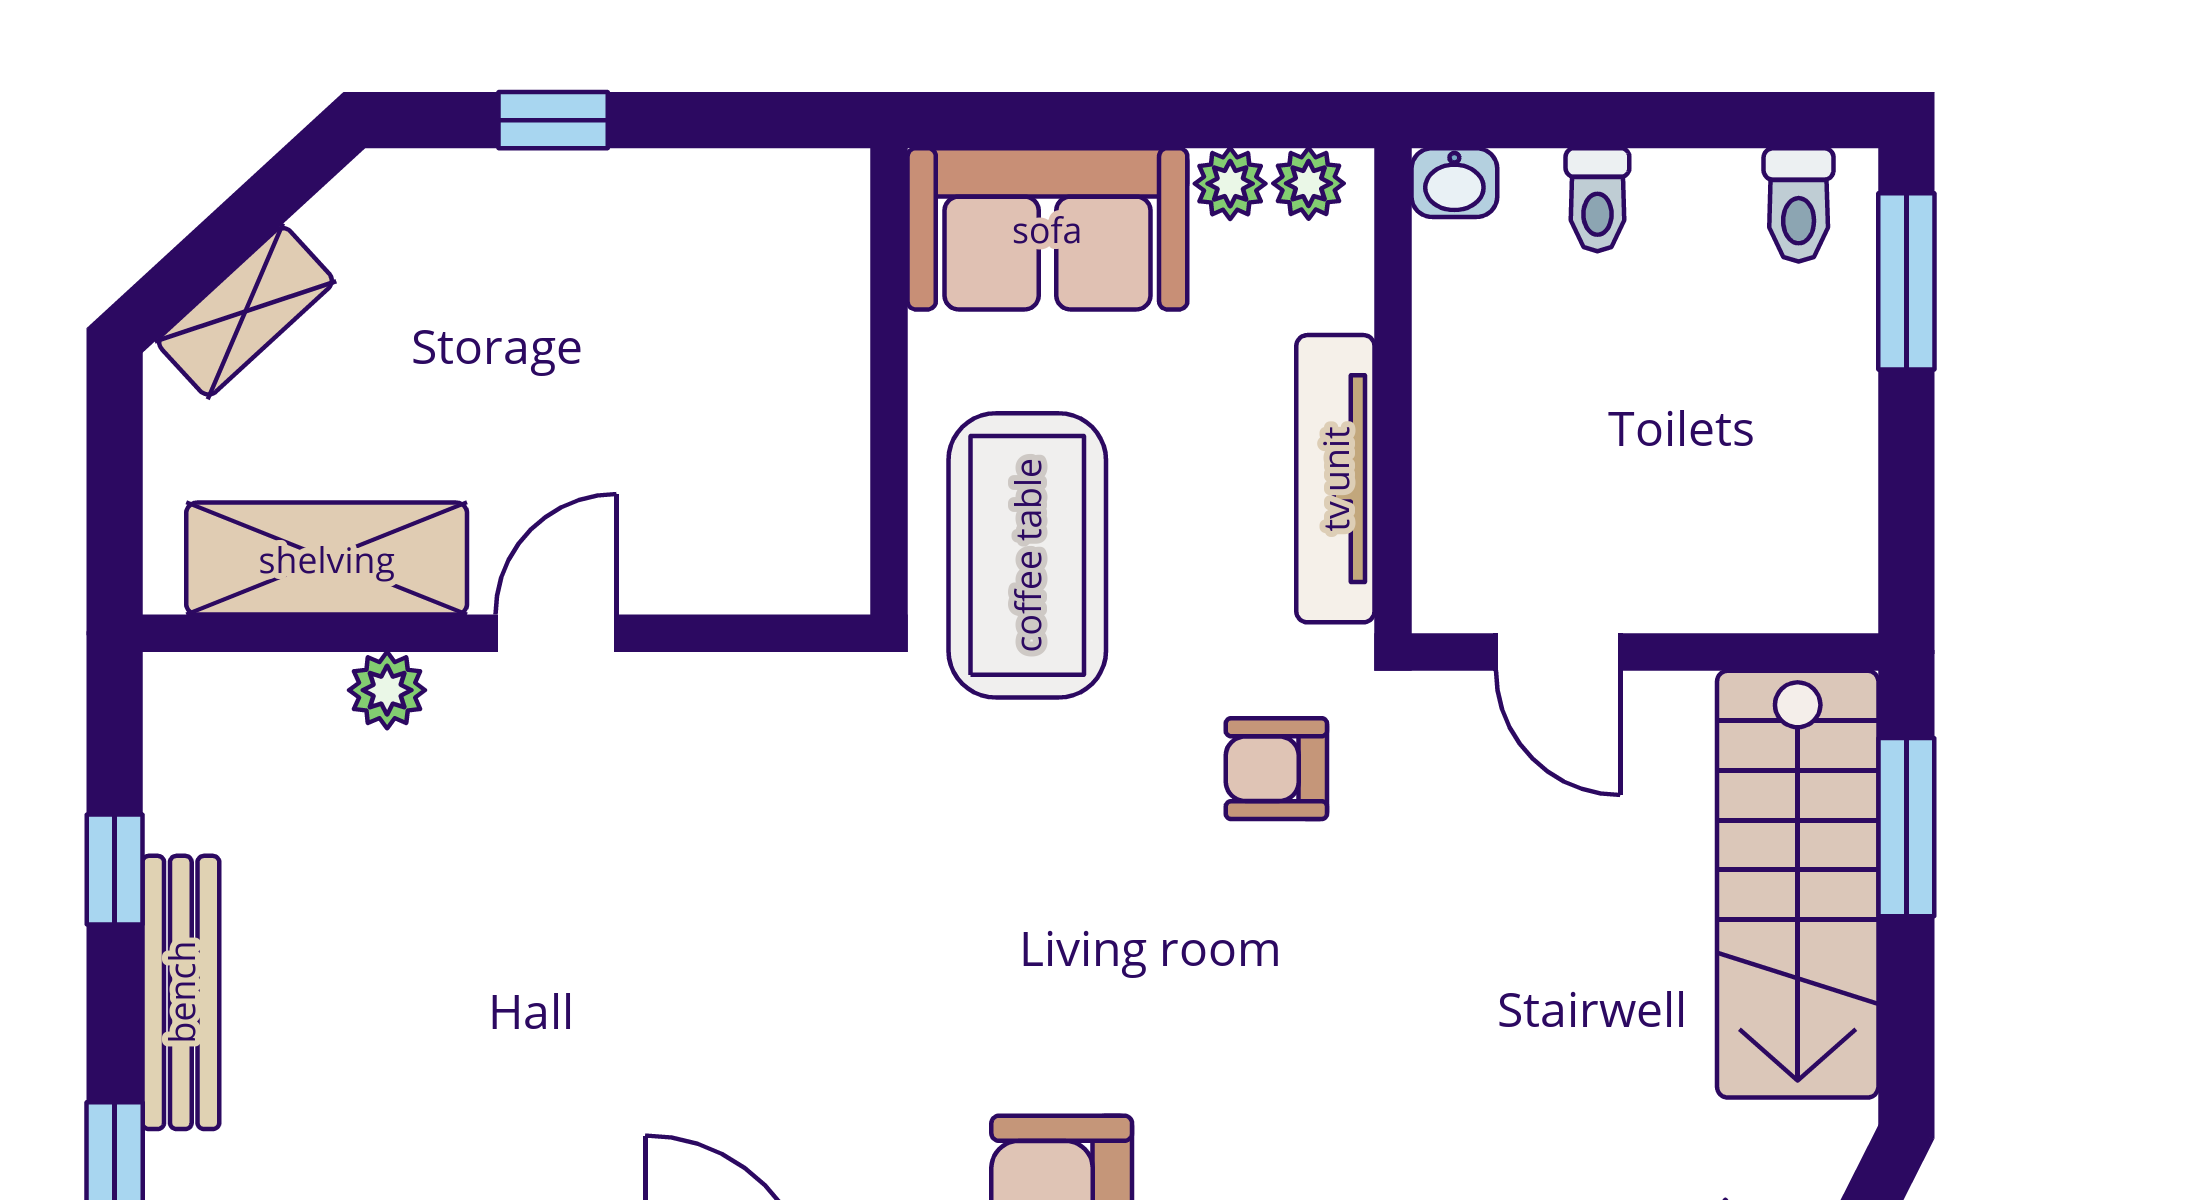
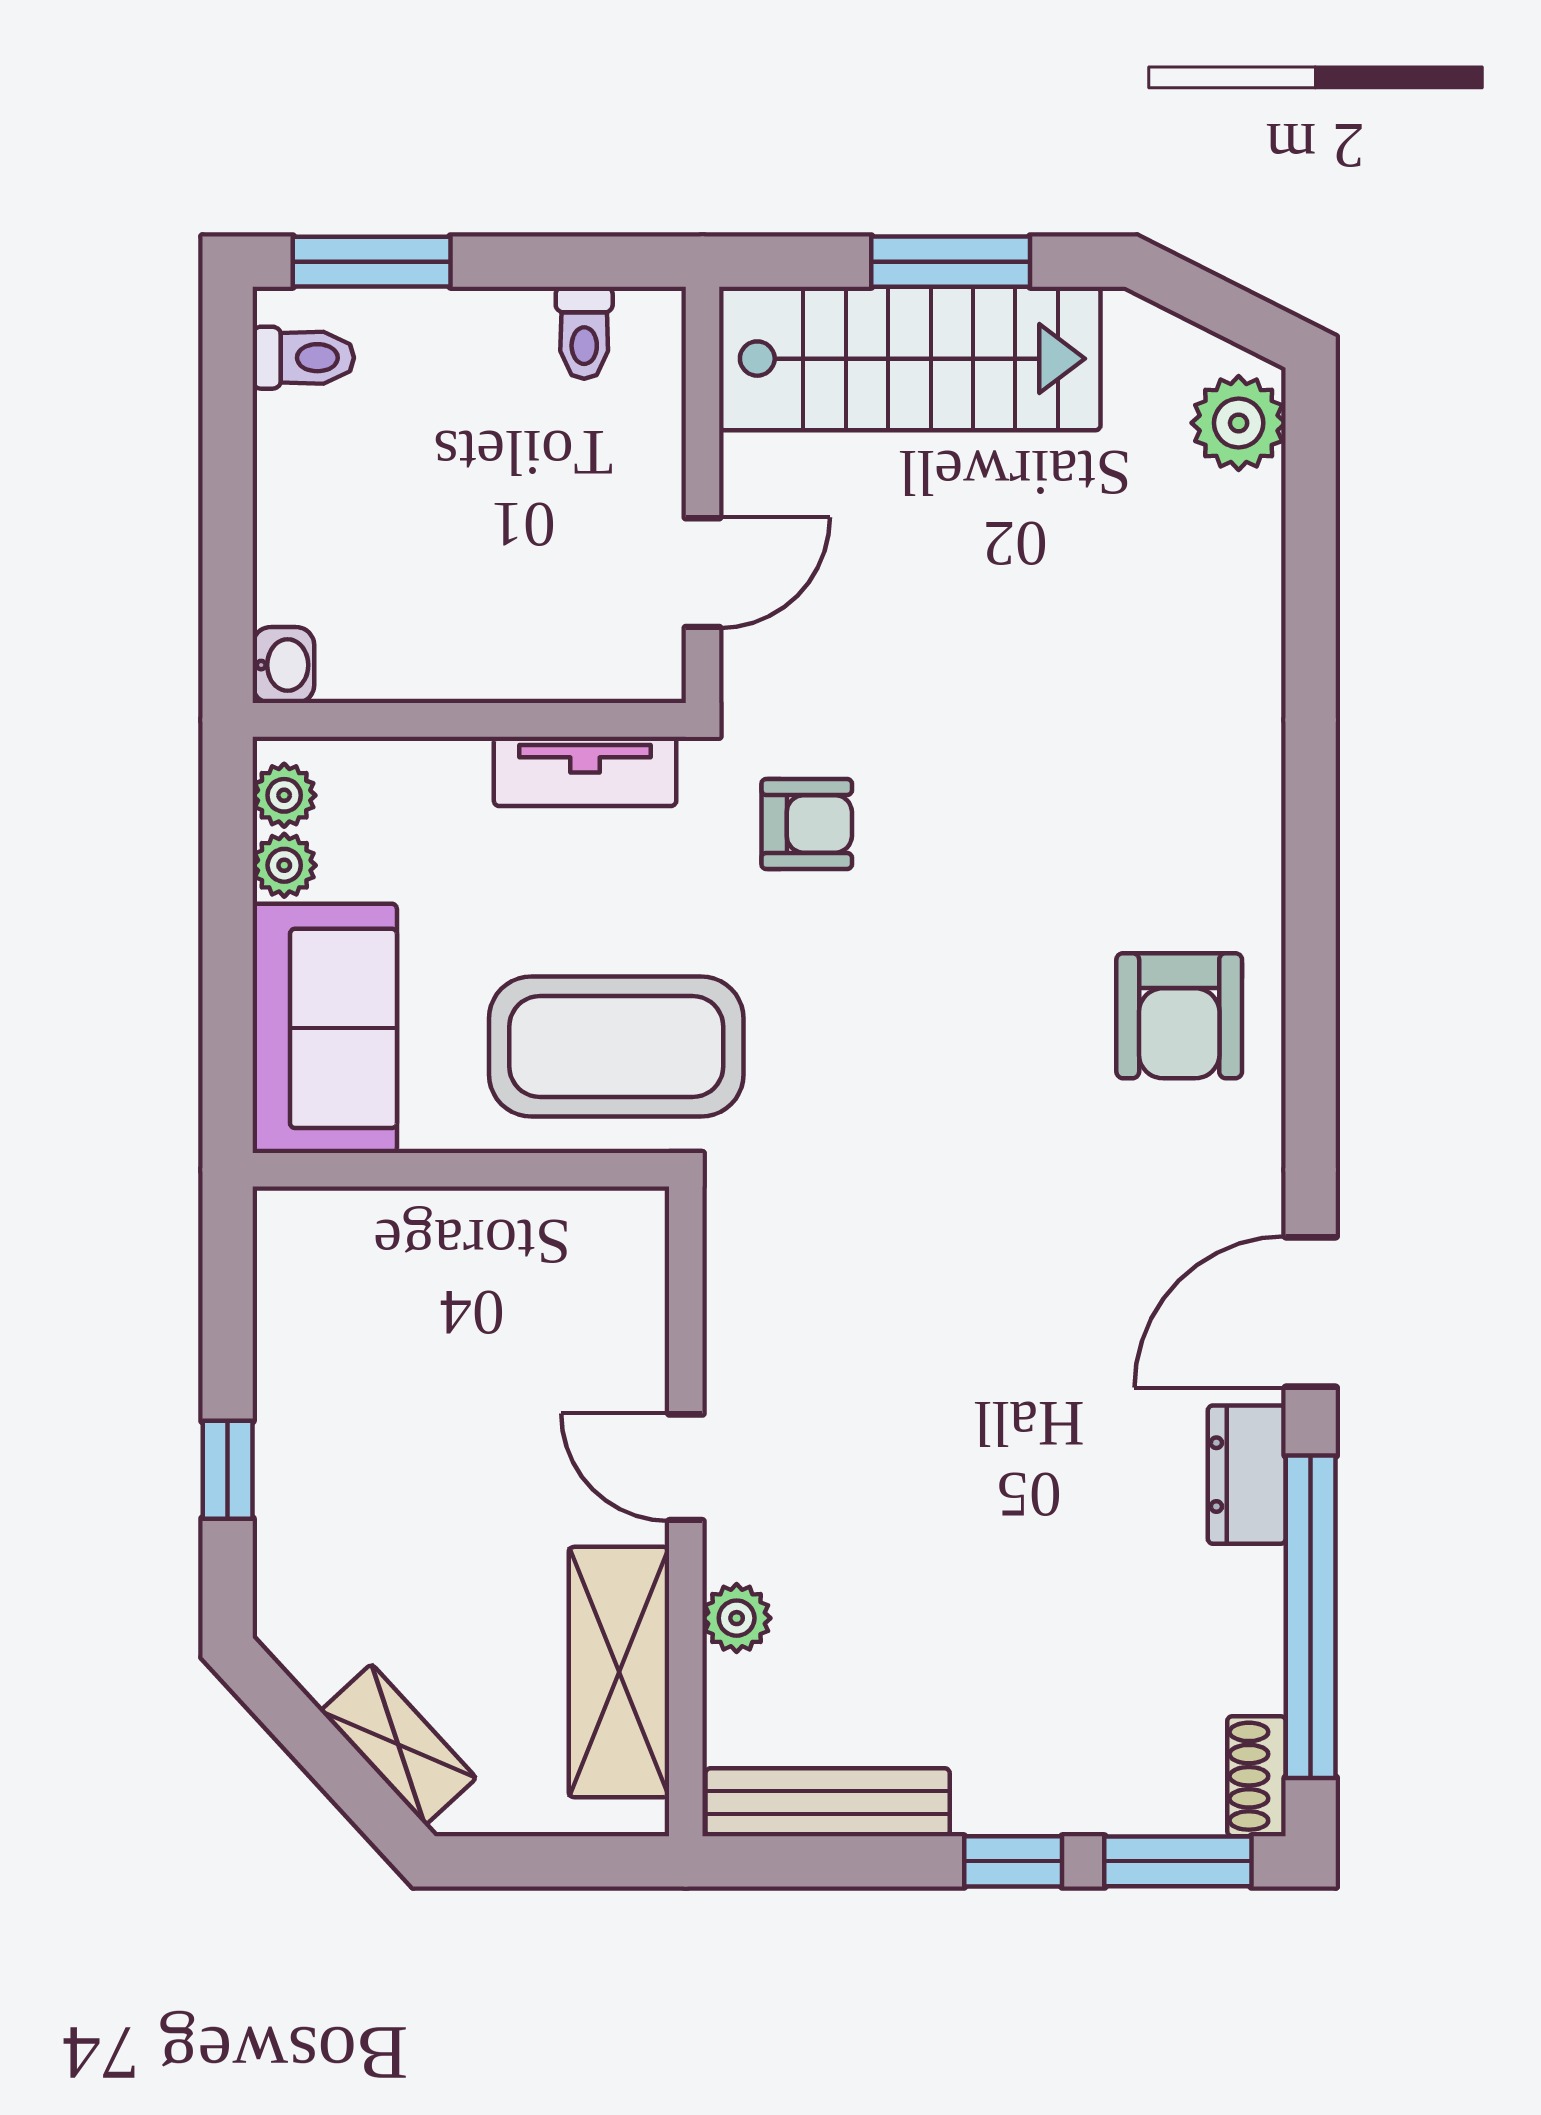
toilet: (1597, 200) -> (584, 333), moved, turned 90
tv unit: (1335, 479) -> (585, 771), width x0.71
armchair: (1276, 769) -> (807, 824), turned -90
window: (1906, 827) -> (951, 262), moved
window: (115, 869) -> (1013, 1861), moved
bench: (181, 992) -> (828, 1802), moved

